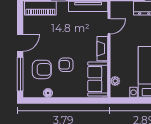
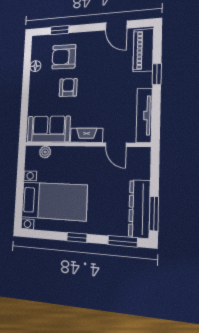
door: (20, 43) -> (116, 26), moved
armchair: (42, 69) -> (64, 57), turned 90
window: (20, 74) -> (60, 30), width x0.46

